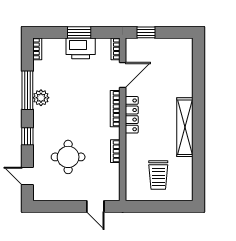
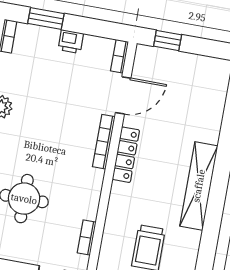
window: (79, 32) -> (46, 19), moved
printer: (81, 48) -> (71, 42), width x0.53, depth x0.68
bookcase: (115, 151) -> (87, 237), moved

